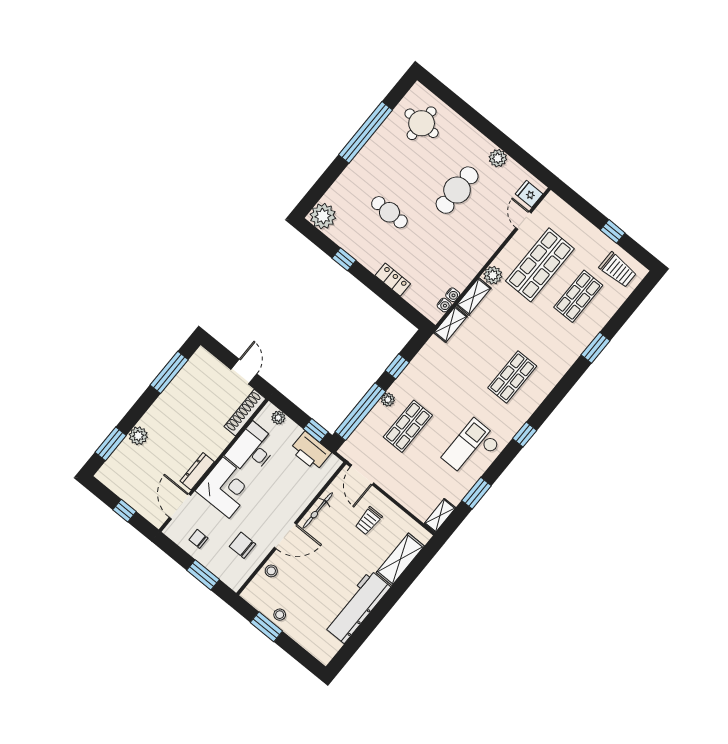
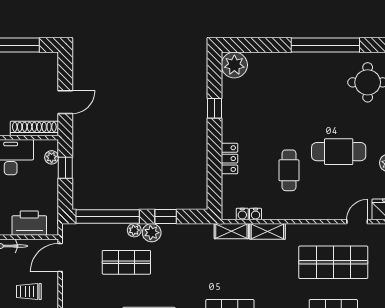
cafe table: (389, 212) -> (289, 170), moved
plant: (493, 275) -> (152, 233), moved
window: (316, 430) -> (65, 168), moved
printer: (311, 451) -> (29, 223), moved, turned 90

